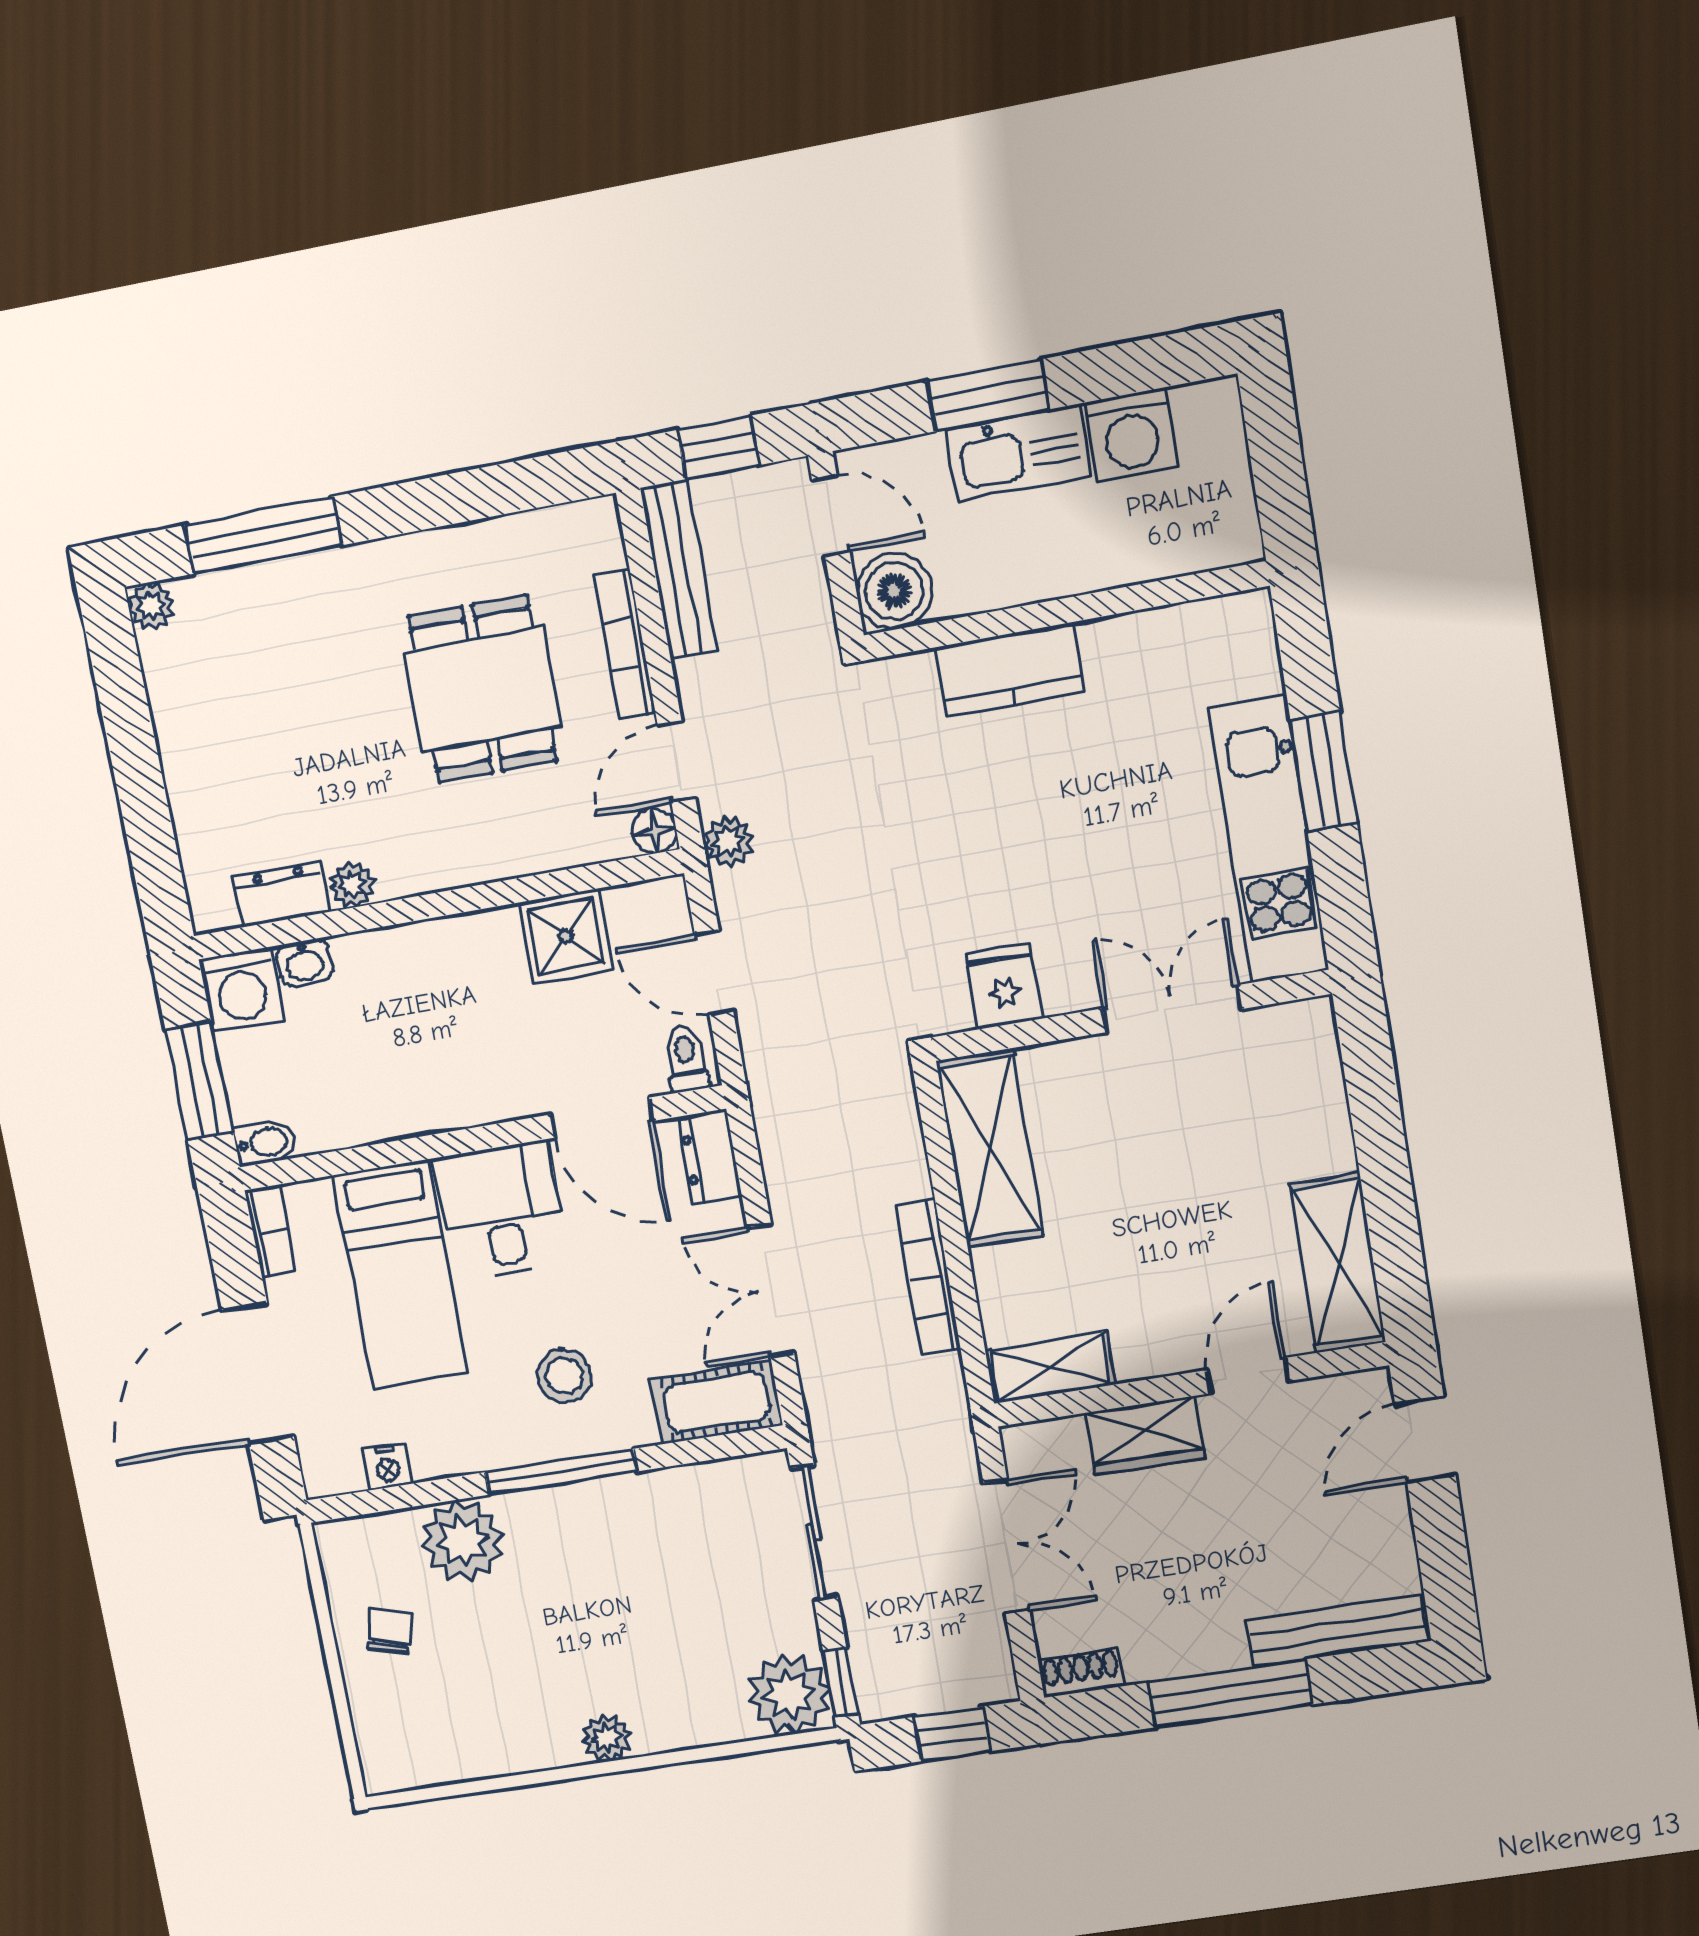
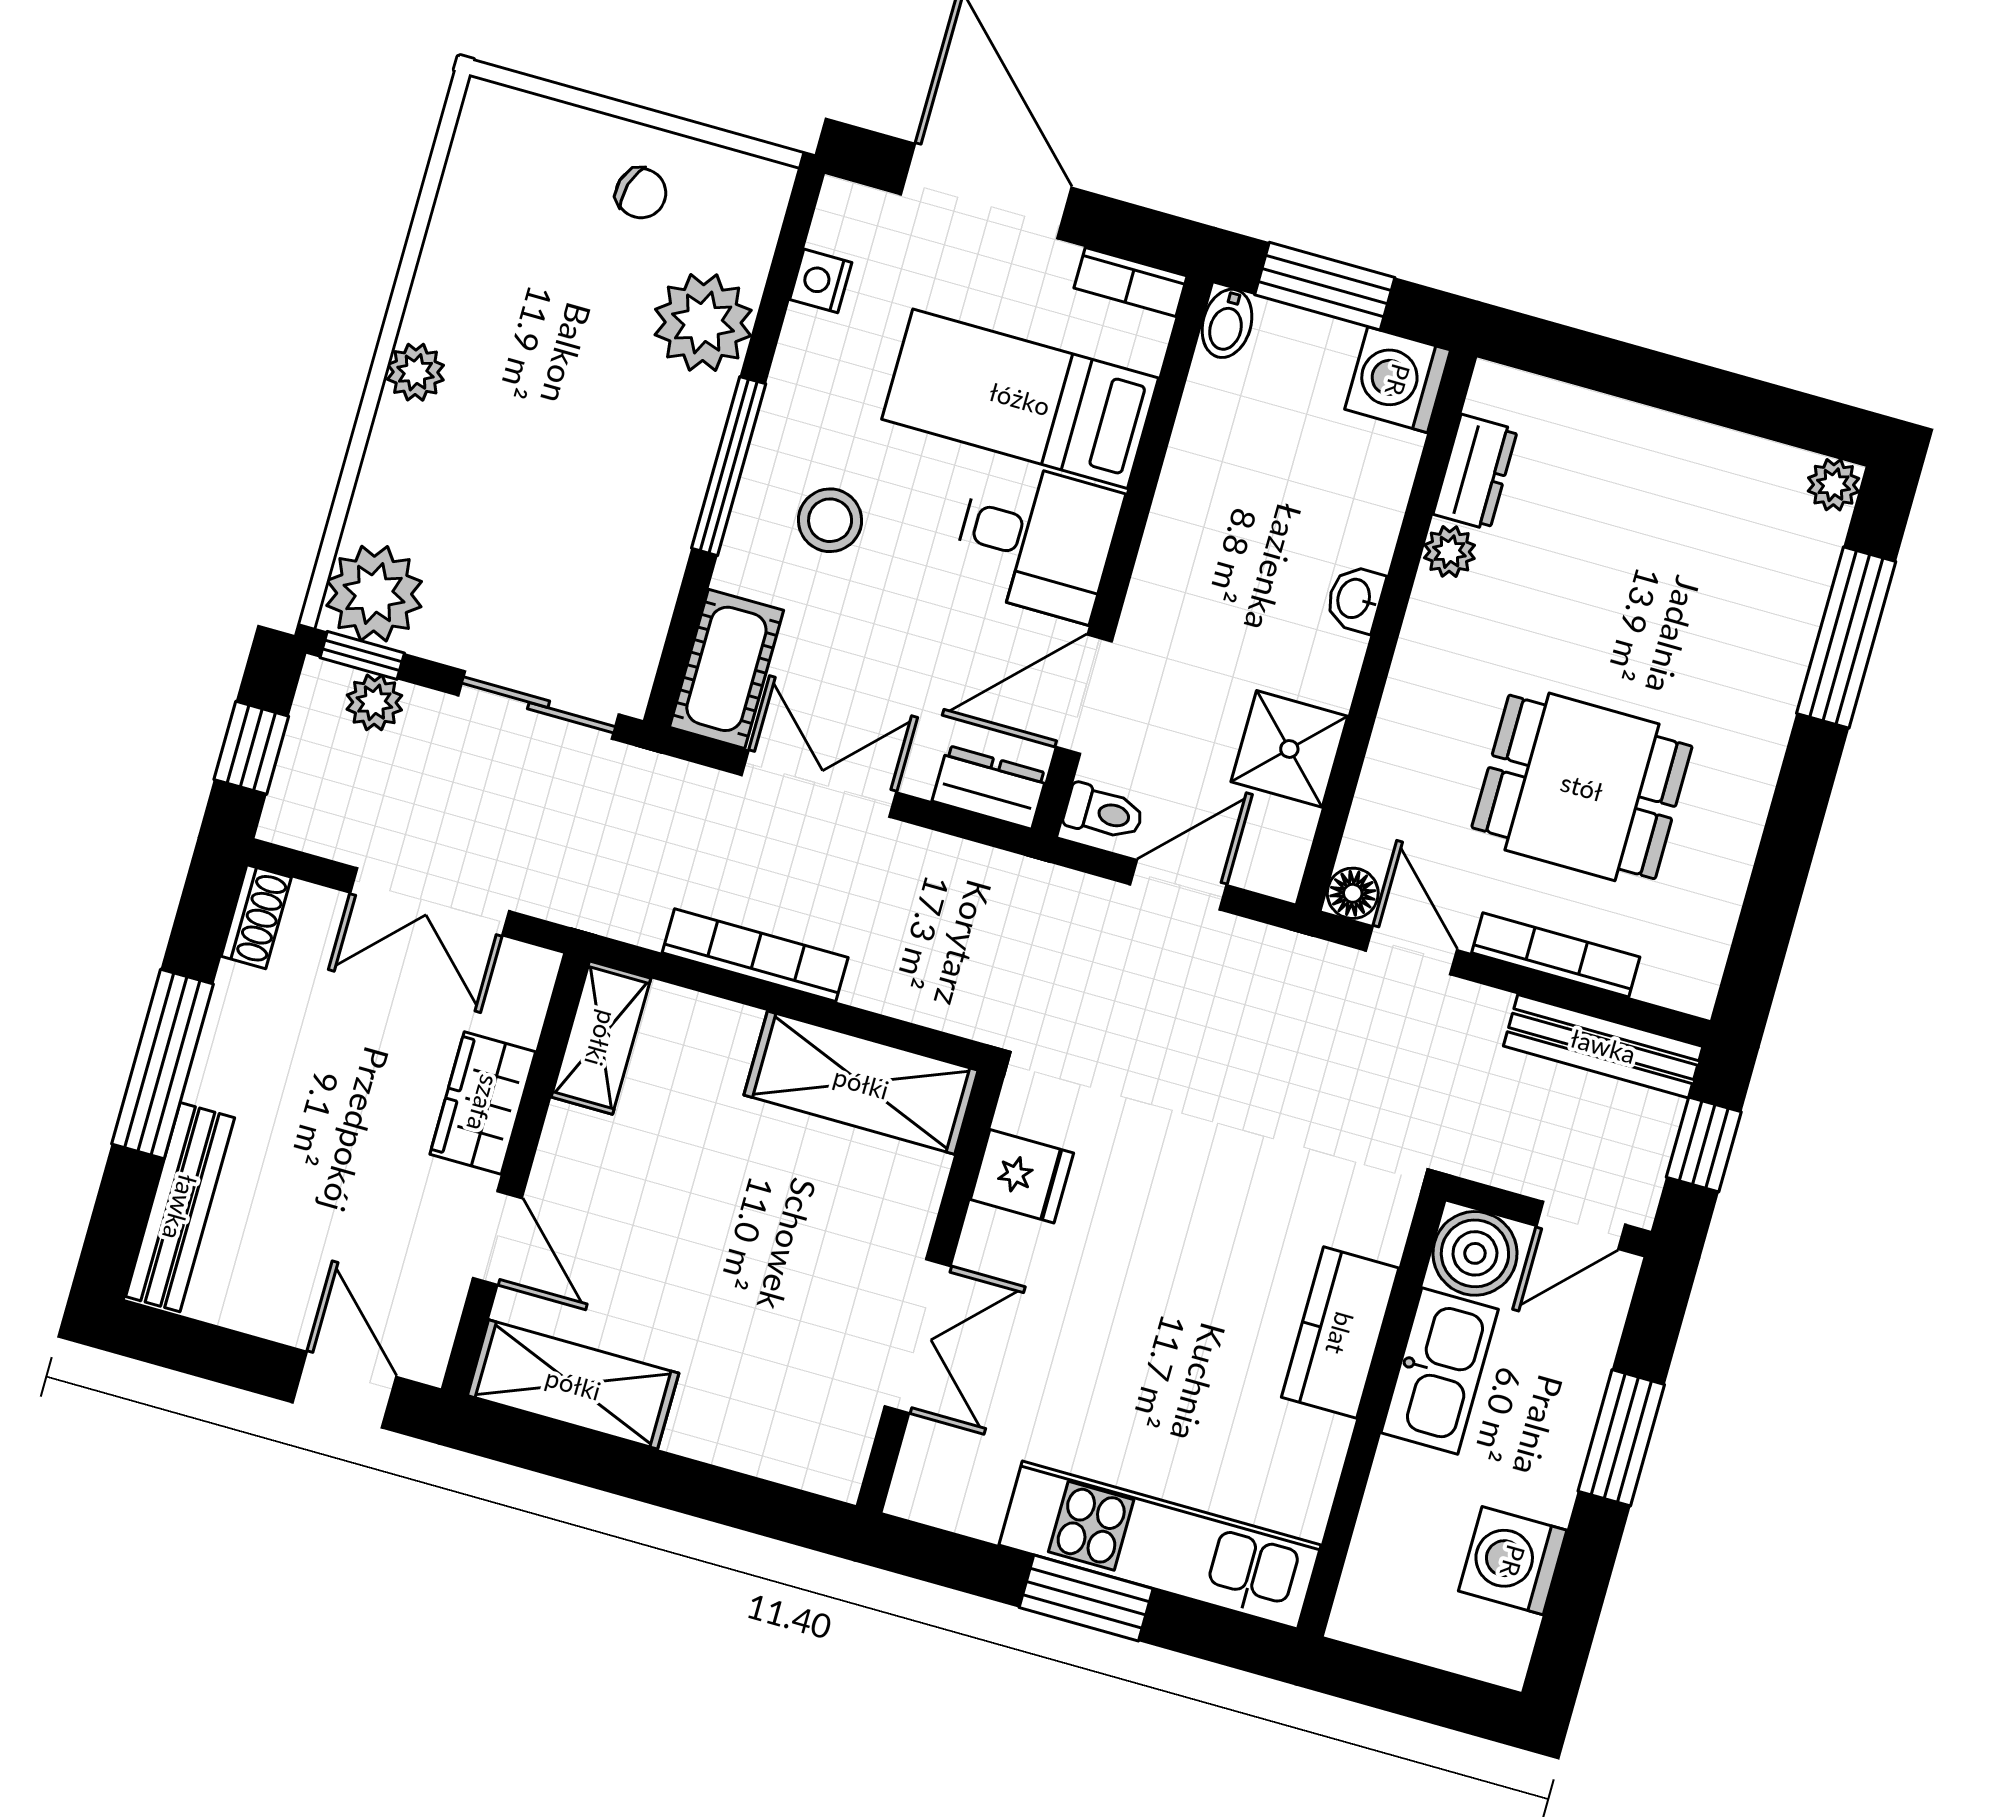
kitchen sink: (1019, 453) -> (1440, 1371), moved, turned 180
kitchen unit: (1269, 840) -> (1160, 1545), moved
plant: (728, 842) -> (374, 702), moved
washbasin: (304, 963) -> (1355, 599), moved

